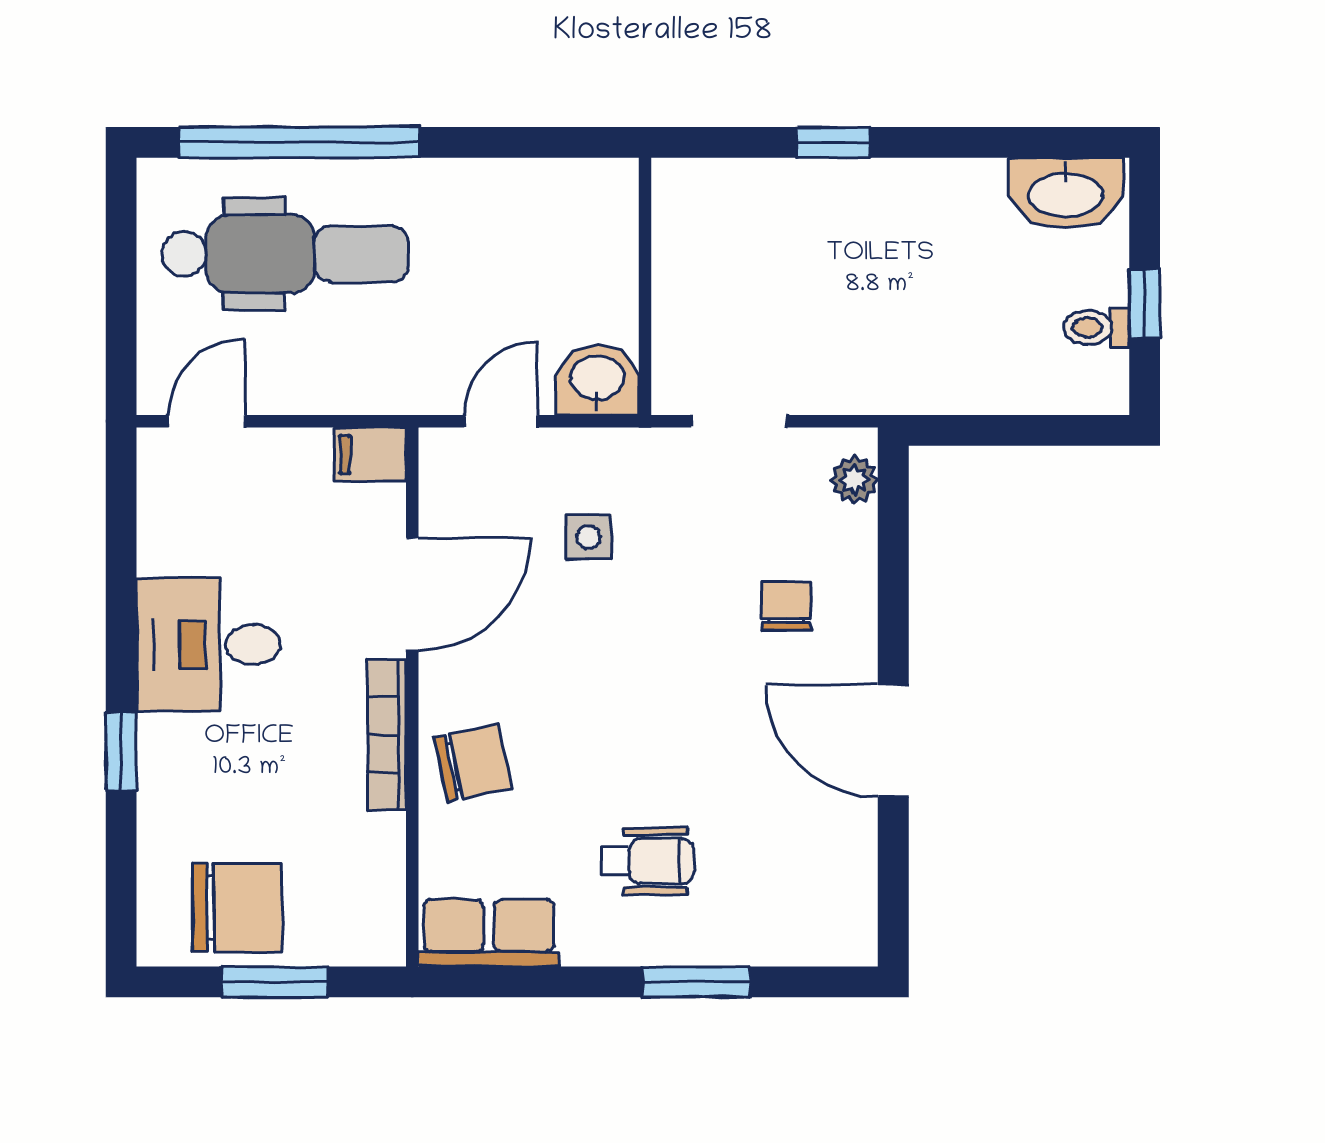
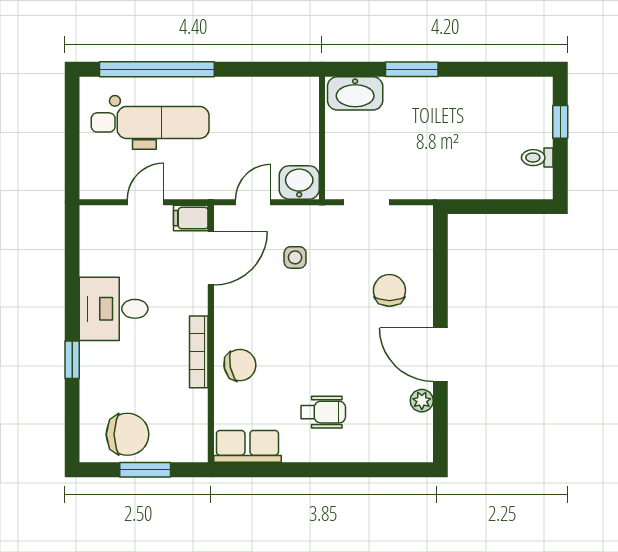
window: (833, 142) -> (412, 69), width x1.50
washbasin: (1066, 193) -> (355, 93), moved
window: (1145, 303) -> (560, 122), moved
door: (207, 421) -> (146, 202), moved
plant: (854, 480) -> (422, 401), moved
door: (412, 594) -> (211, 258), moved
chair: (787, 606) -> (389, 290), width x1.37, depth x1.37
window: (696, 982) -> (346, 470), removed

